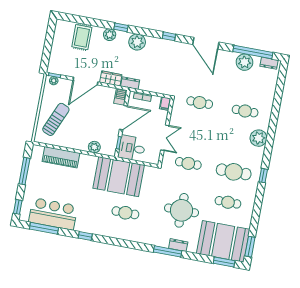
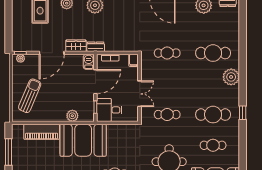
cafe table: (245, 111) -> (213, 53), width x1.37, depth x1.35
booth: (119, 177) -> (83, 140), moved

